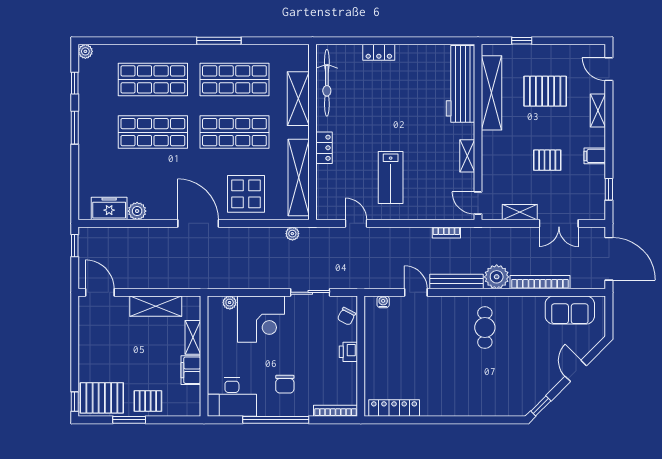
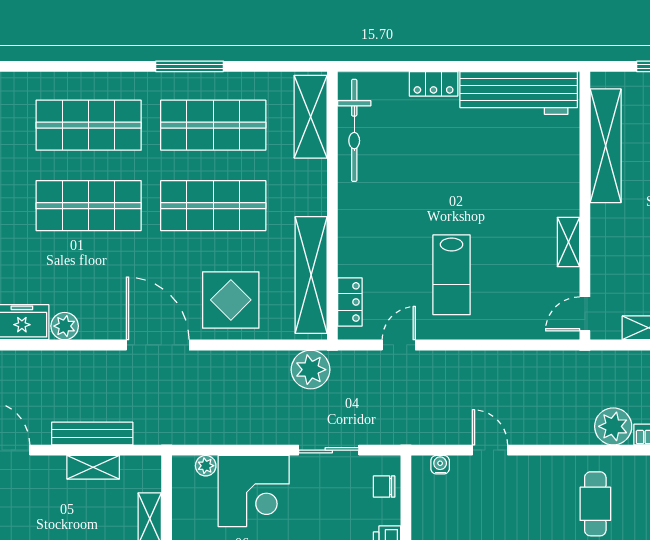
workbench: (460, 84) -> (519, 93), moved, turned -90
shelving: (298, 99) -> (311, 117), moved
locker: (324, 148) -> (350, 302), moved
door: (478, 203) -> (585, 314), hinge flipped
door: (356, 223) -> (399, 345), hinge flipped
bookcase: (446, 232) -> (537, 359), removed
plant: (292, 234) -> (311, 370), width x1.88, depth x1.88
bench: (456, 281) -> (92, 434), moved
shelving: (156, 306) -> (93, 467), width x0.67, depth x0.75
chair: (346, 316) -> (384, 487), turned 63

